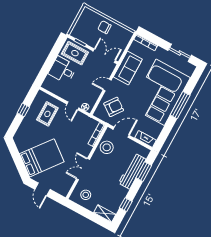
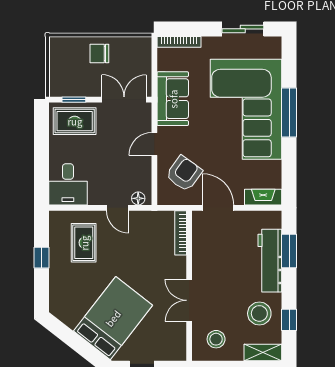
desk: (63, 70) -> (68, 184), moved, turned -90
door: (121, 132) -> (218, 208), hinge flipped
stool: (107, 147) -> (259, 313), moved

